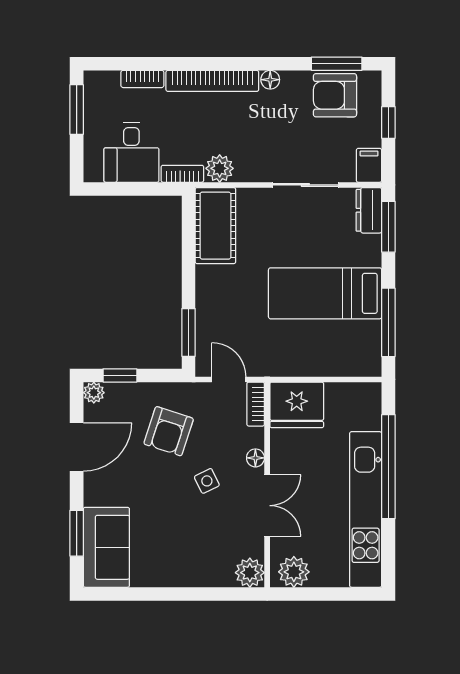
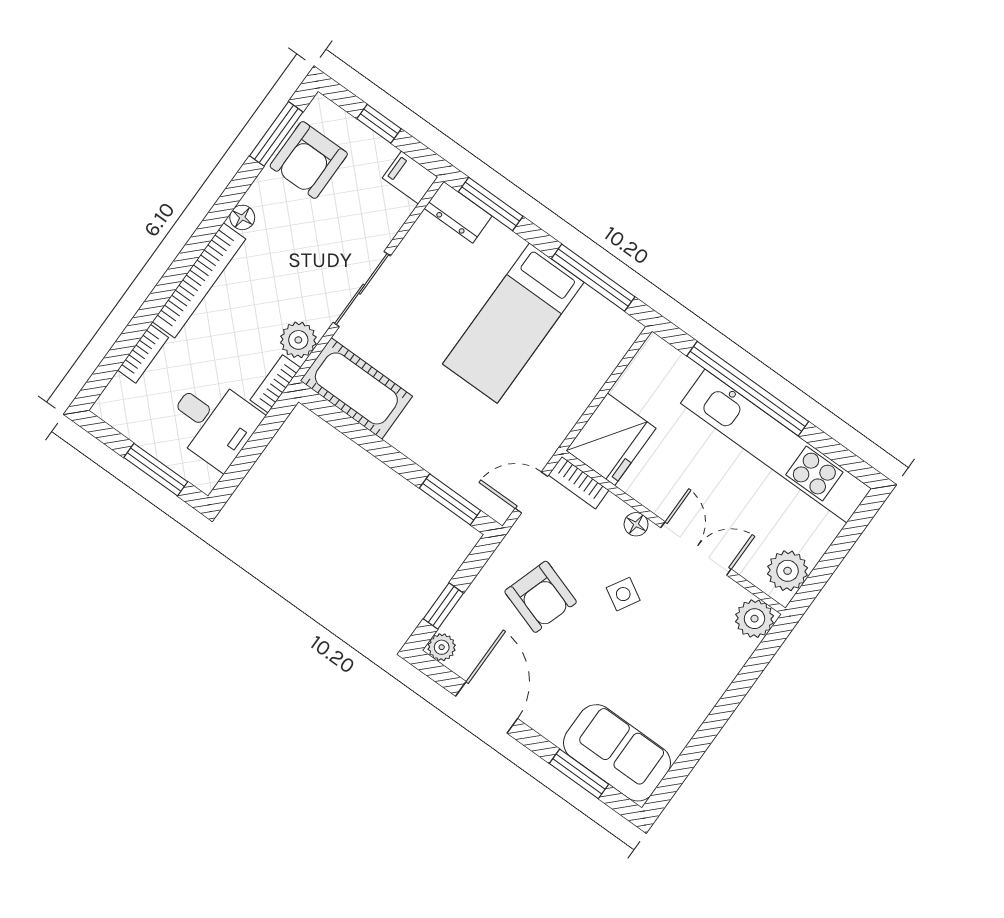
window: (77, 110) -> (156, 470), moved
sliding door: (305, 185) -> (362, 289), moved
side table: (207, 481) -> (623, 594), turned -34

